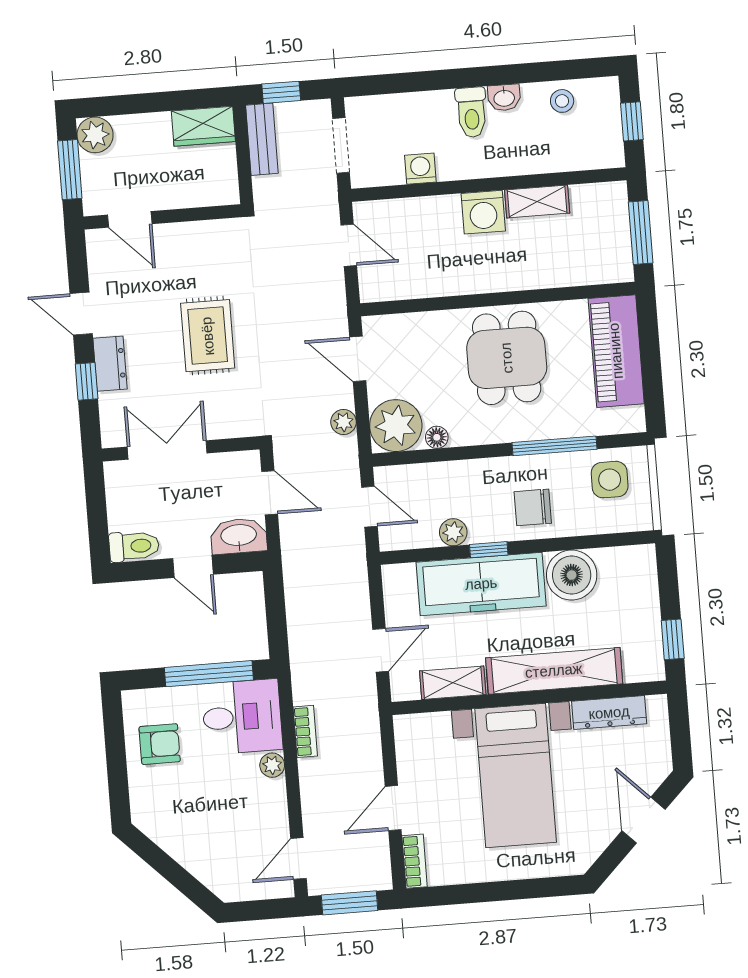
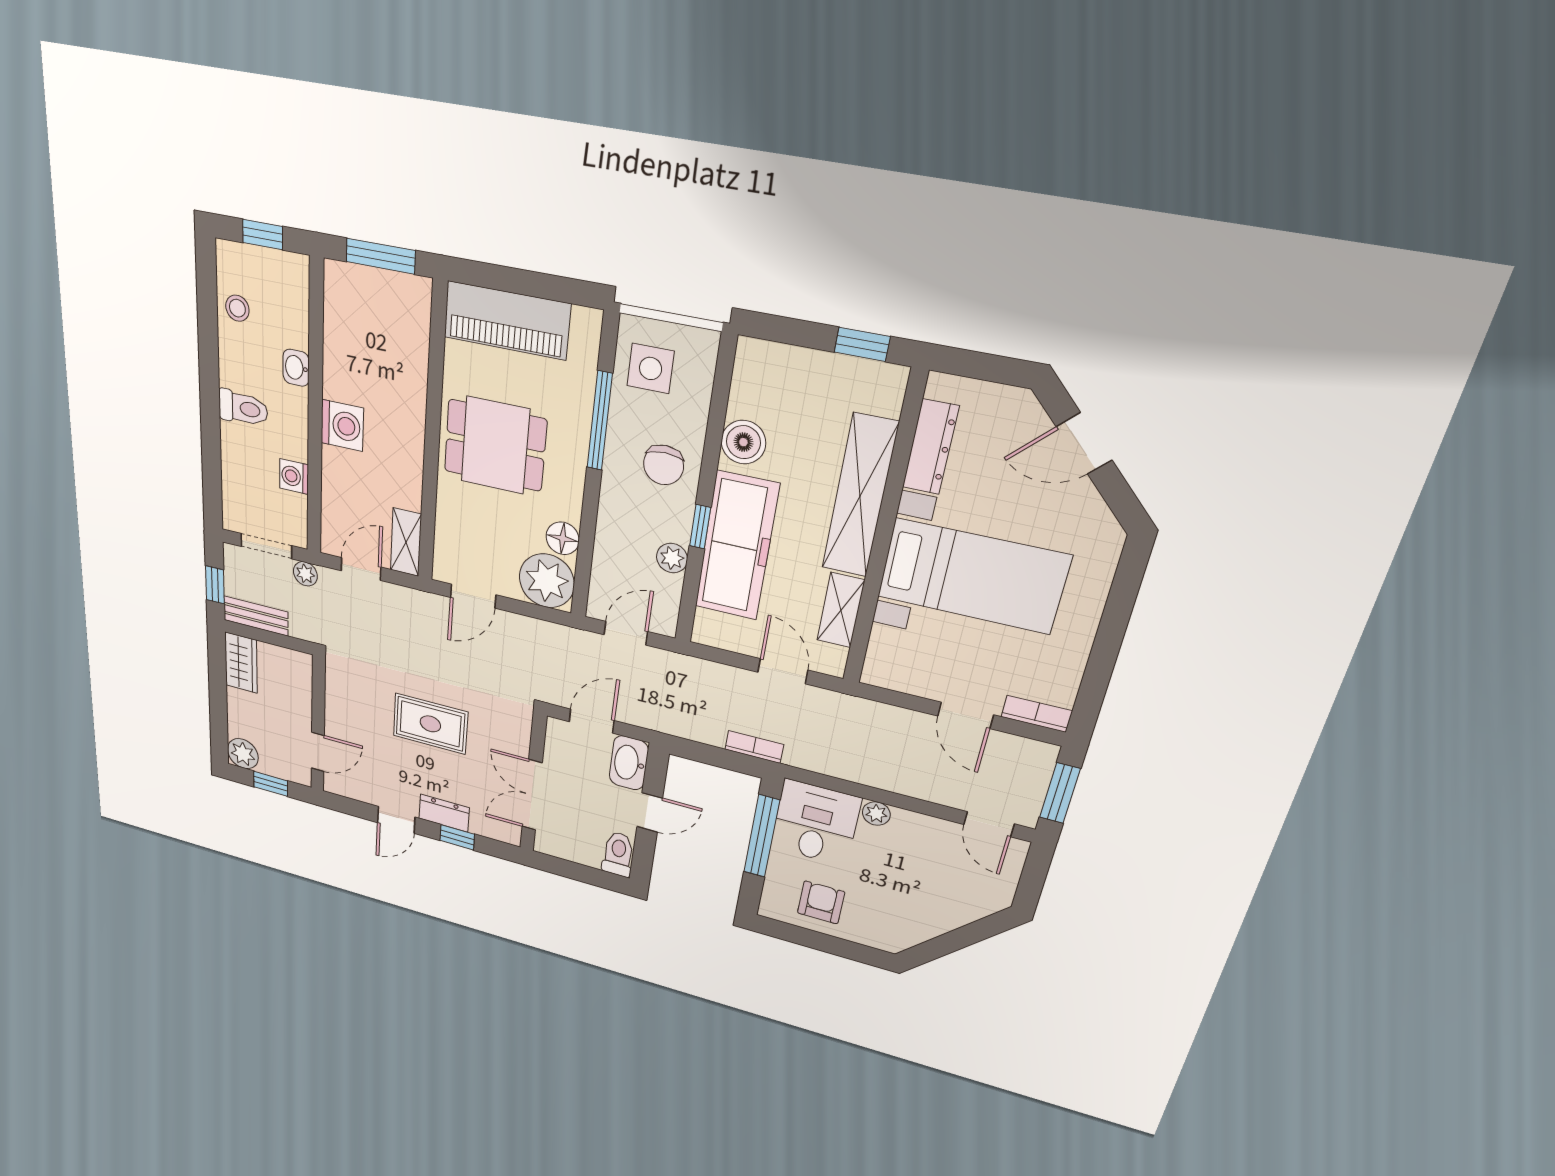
washbasin: (504, 98) -> (296, 368), moved, turned 180
window: (70, 170) -> (271, 784), width x0.67
shelving: (537, 202) -> (406, 542), moved
plant: (344, 422) -> (305, 574), moved
floor lamp: (437, 437) -> (563, 538), width x1.37, depth x1.37
boiler: (572, 575) -> (743, 442), width x0.73, depth x0.73
bookcase: (305, 731) -> (754, 747), moved

